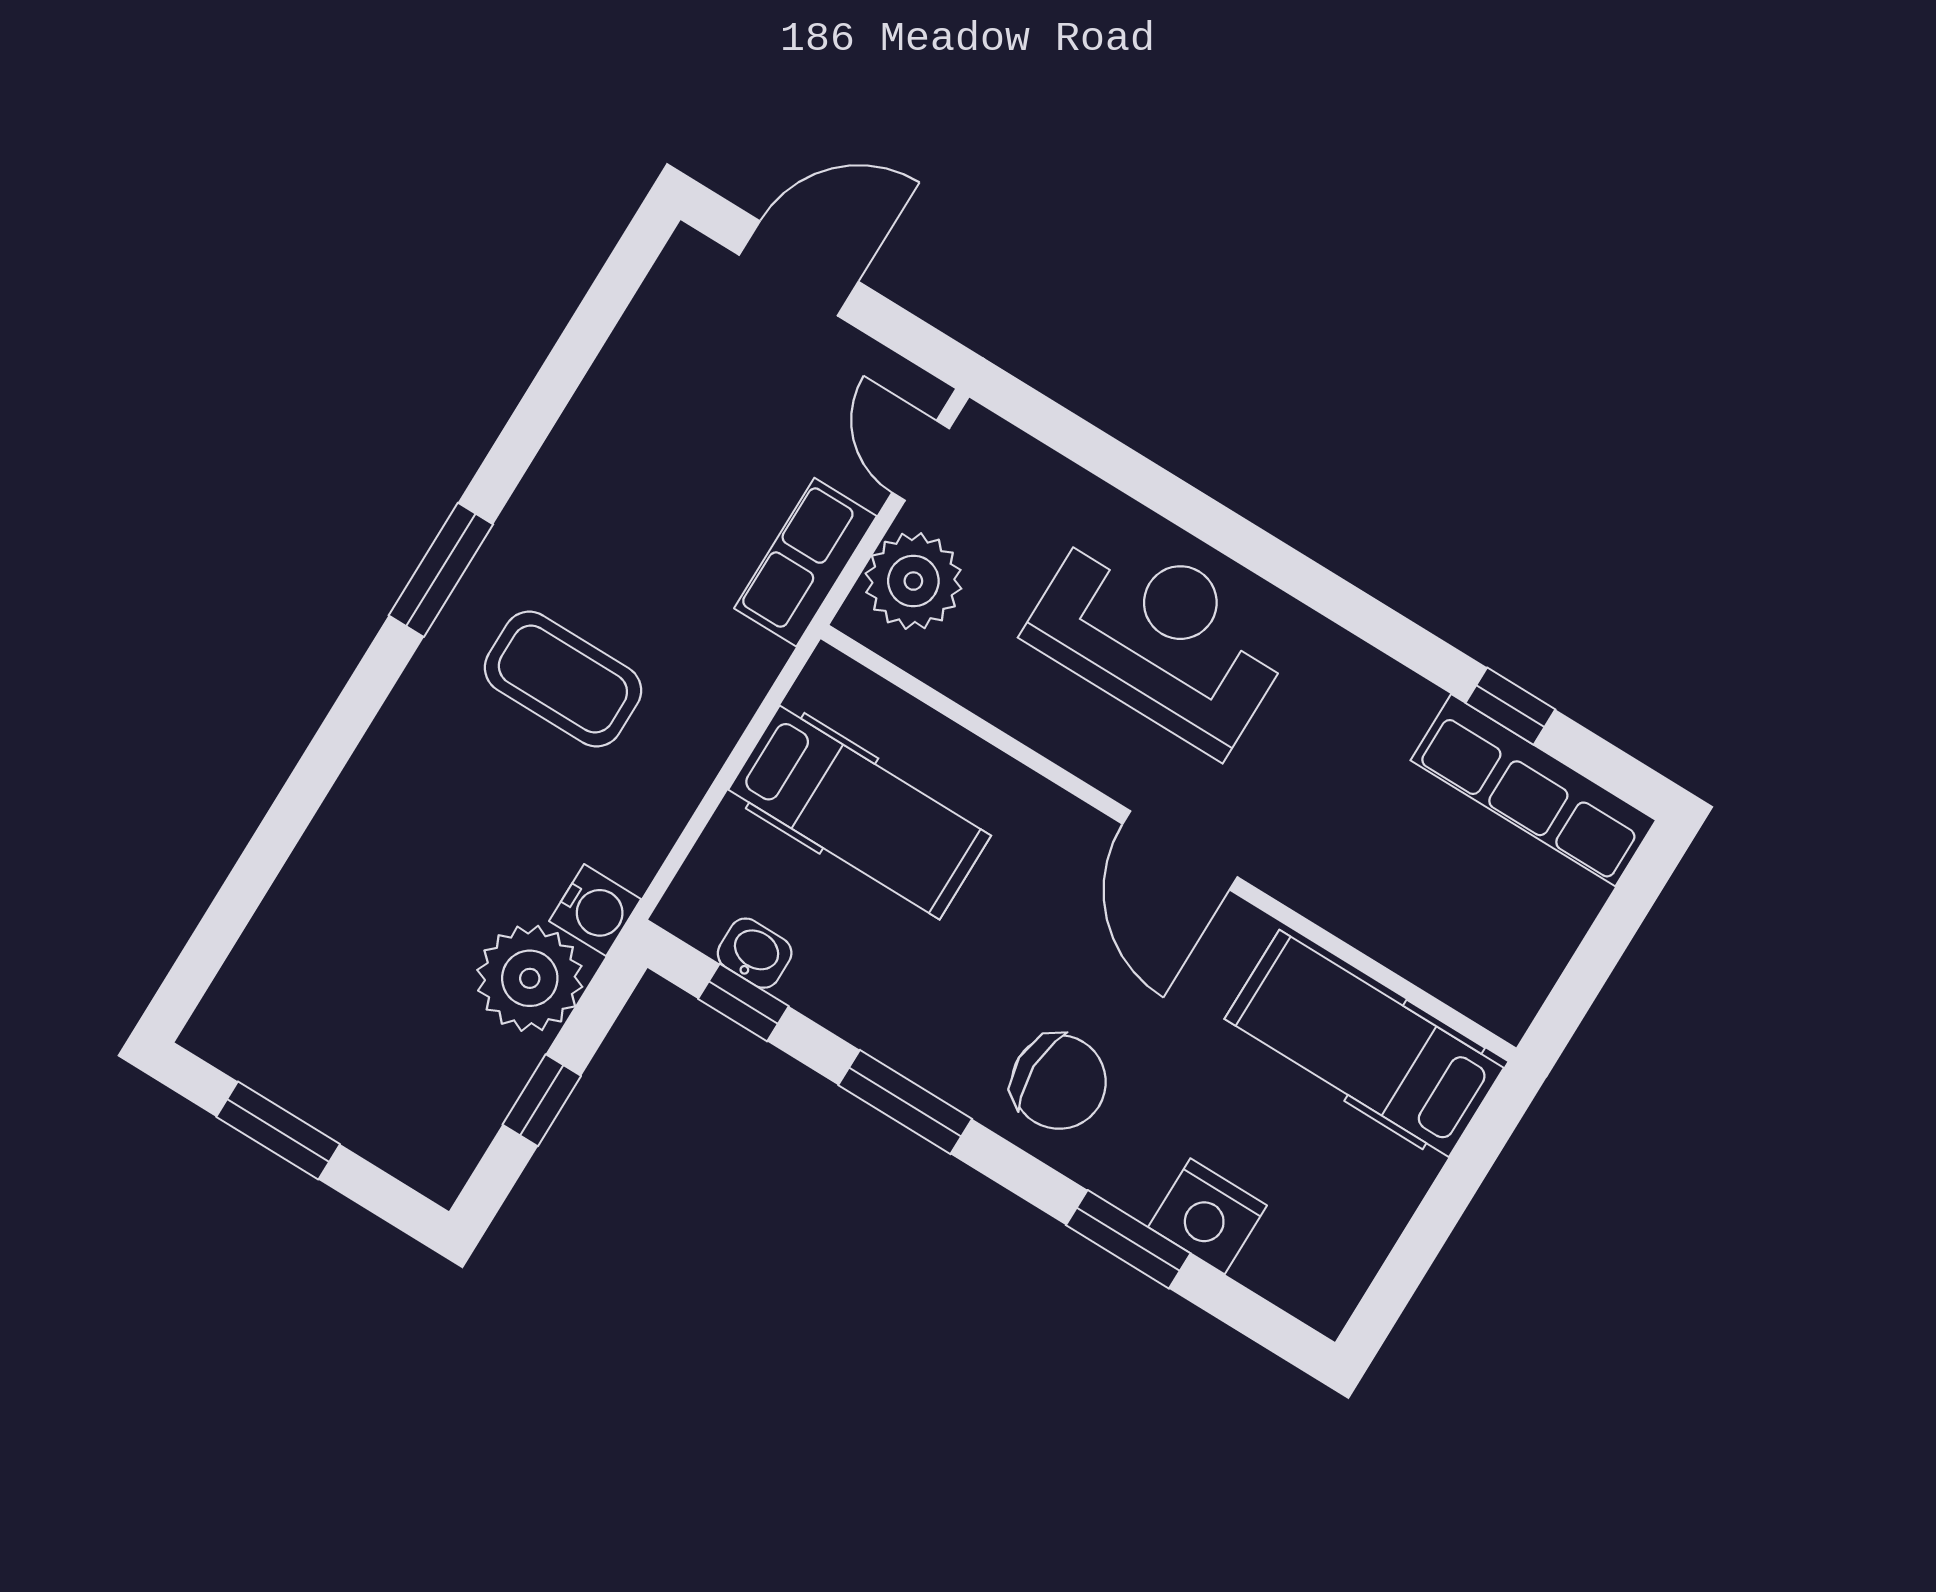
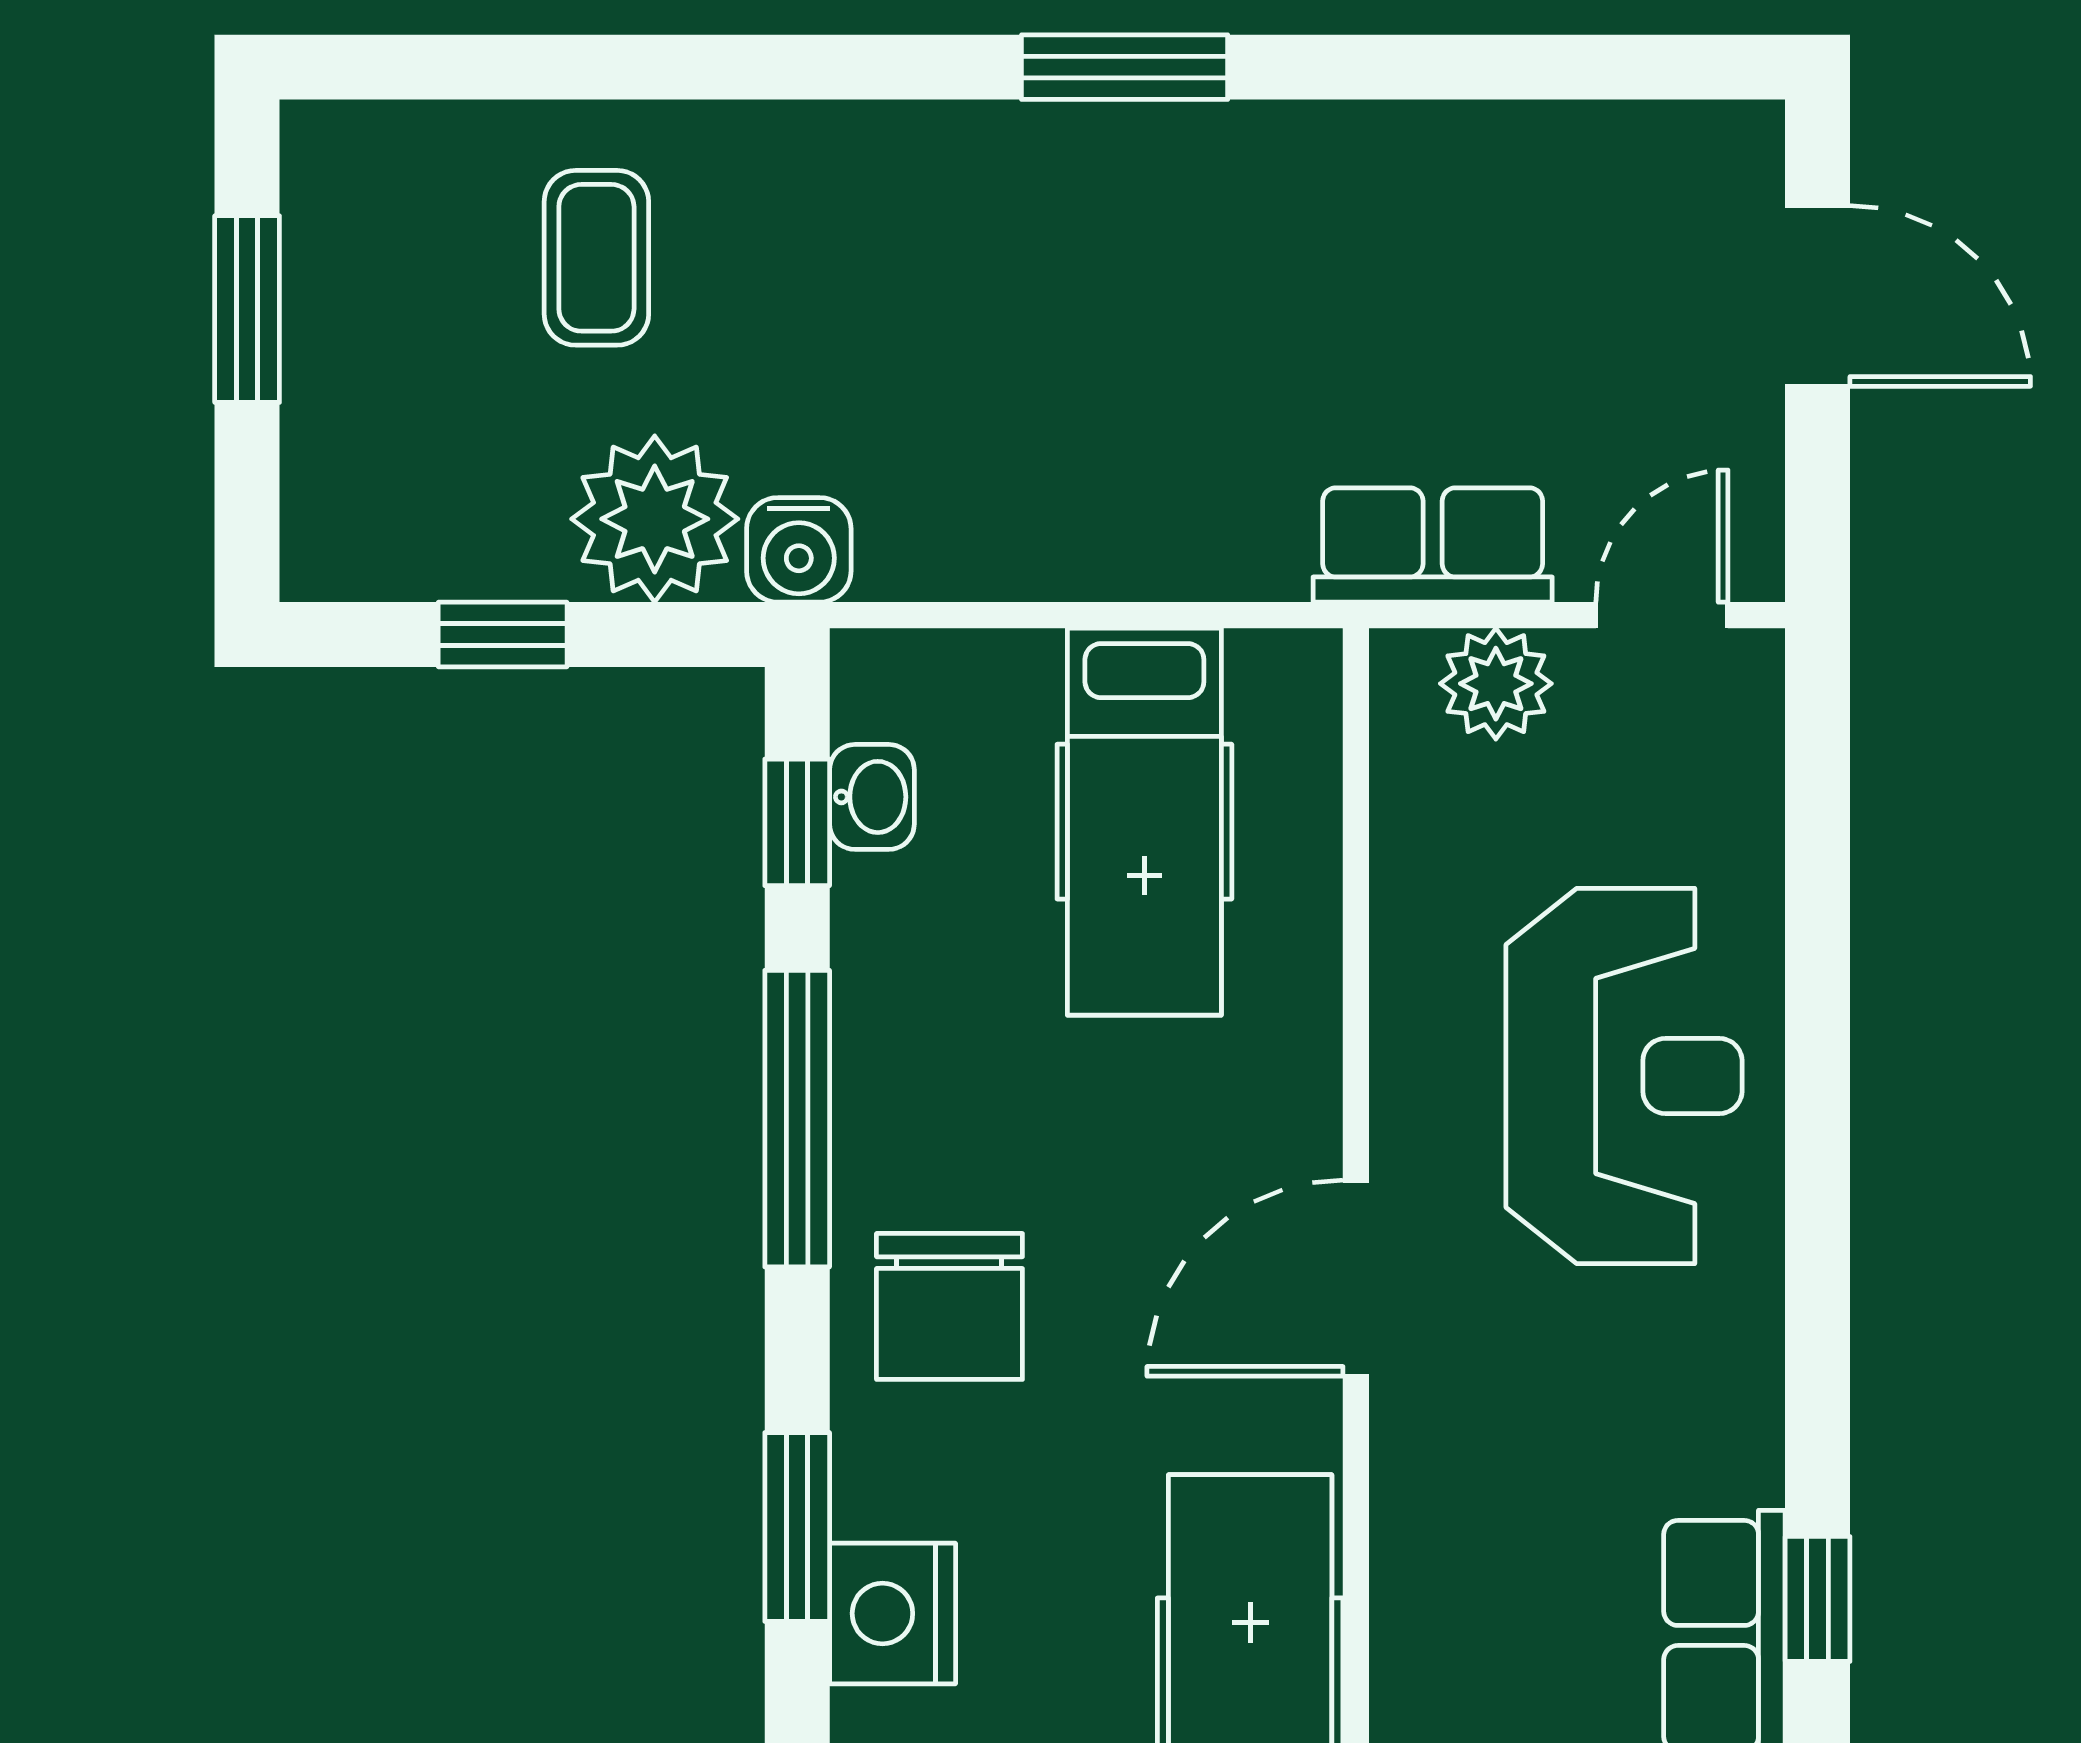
plant: (913, 581) -> (1496, 684), width x0.73, depth x0.73
coffee table: (563, 679) -> (596, 258), moved, width x0.73, depth x0.77
window: (905, 1102) -> (797, 1119), width x1.44

